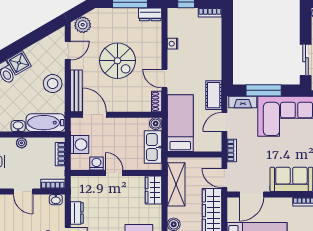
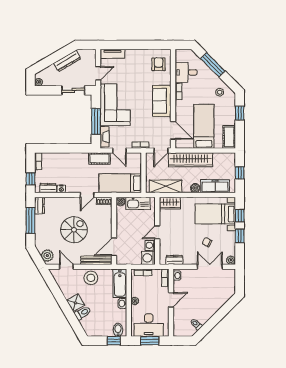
dresser: (174, 26) -> (48, 188), added
washing machine: (80, 145) -> (148, 258), moved, turned -90
dresser: (77, 213) -> (174, 260), moved

